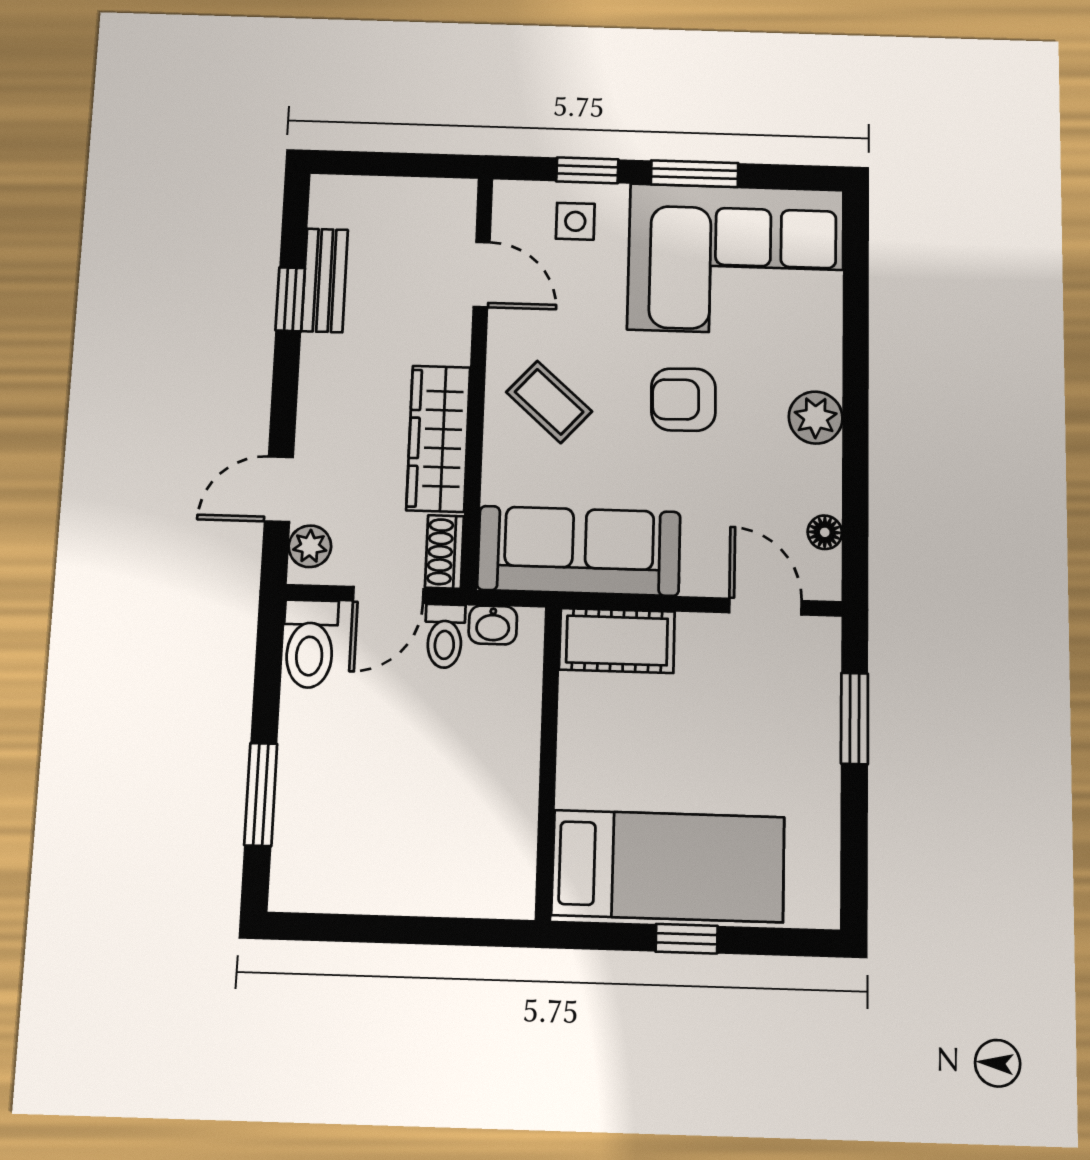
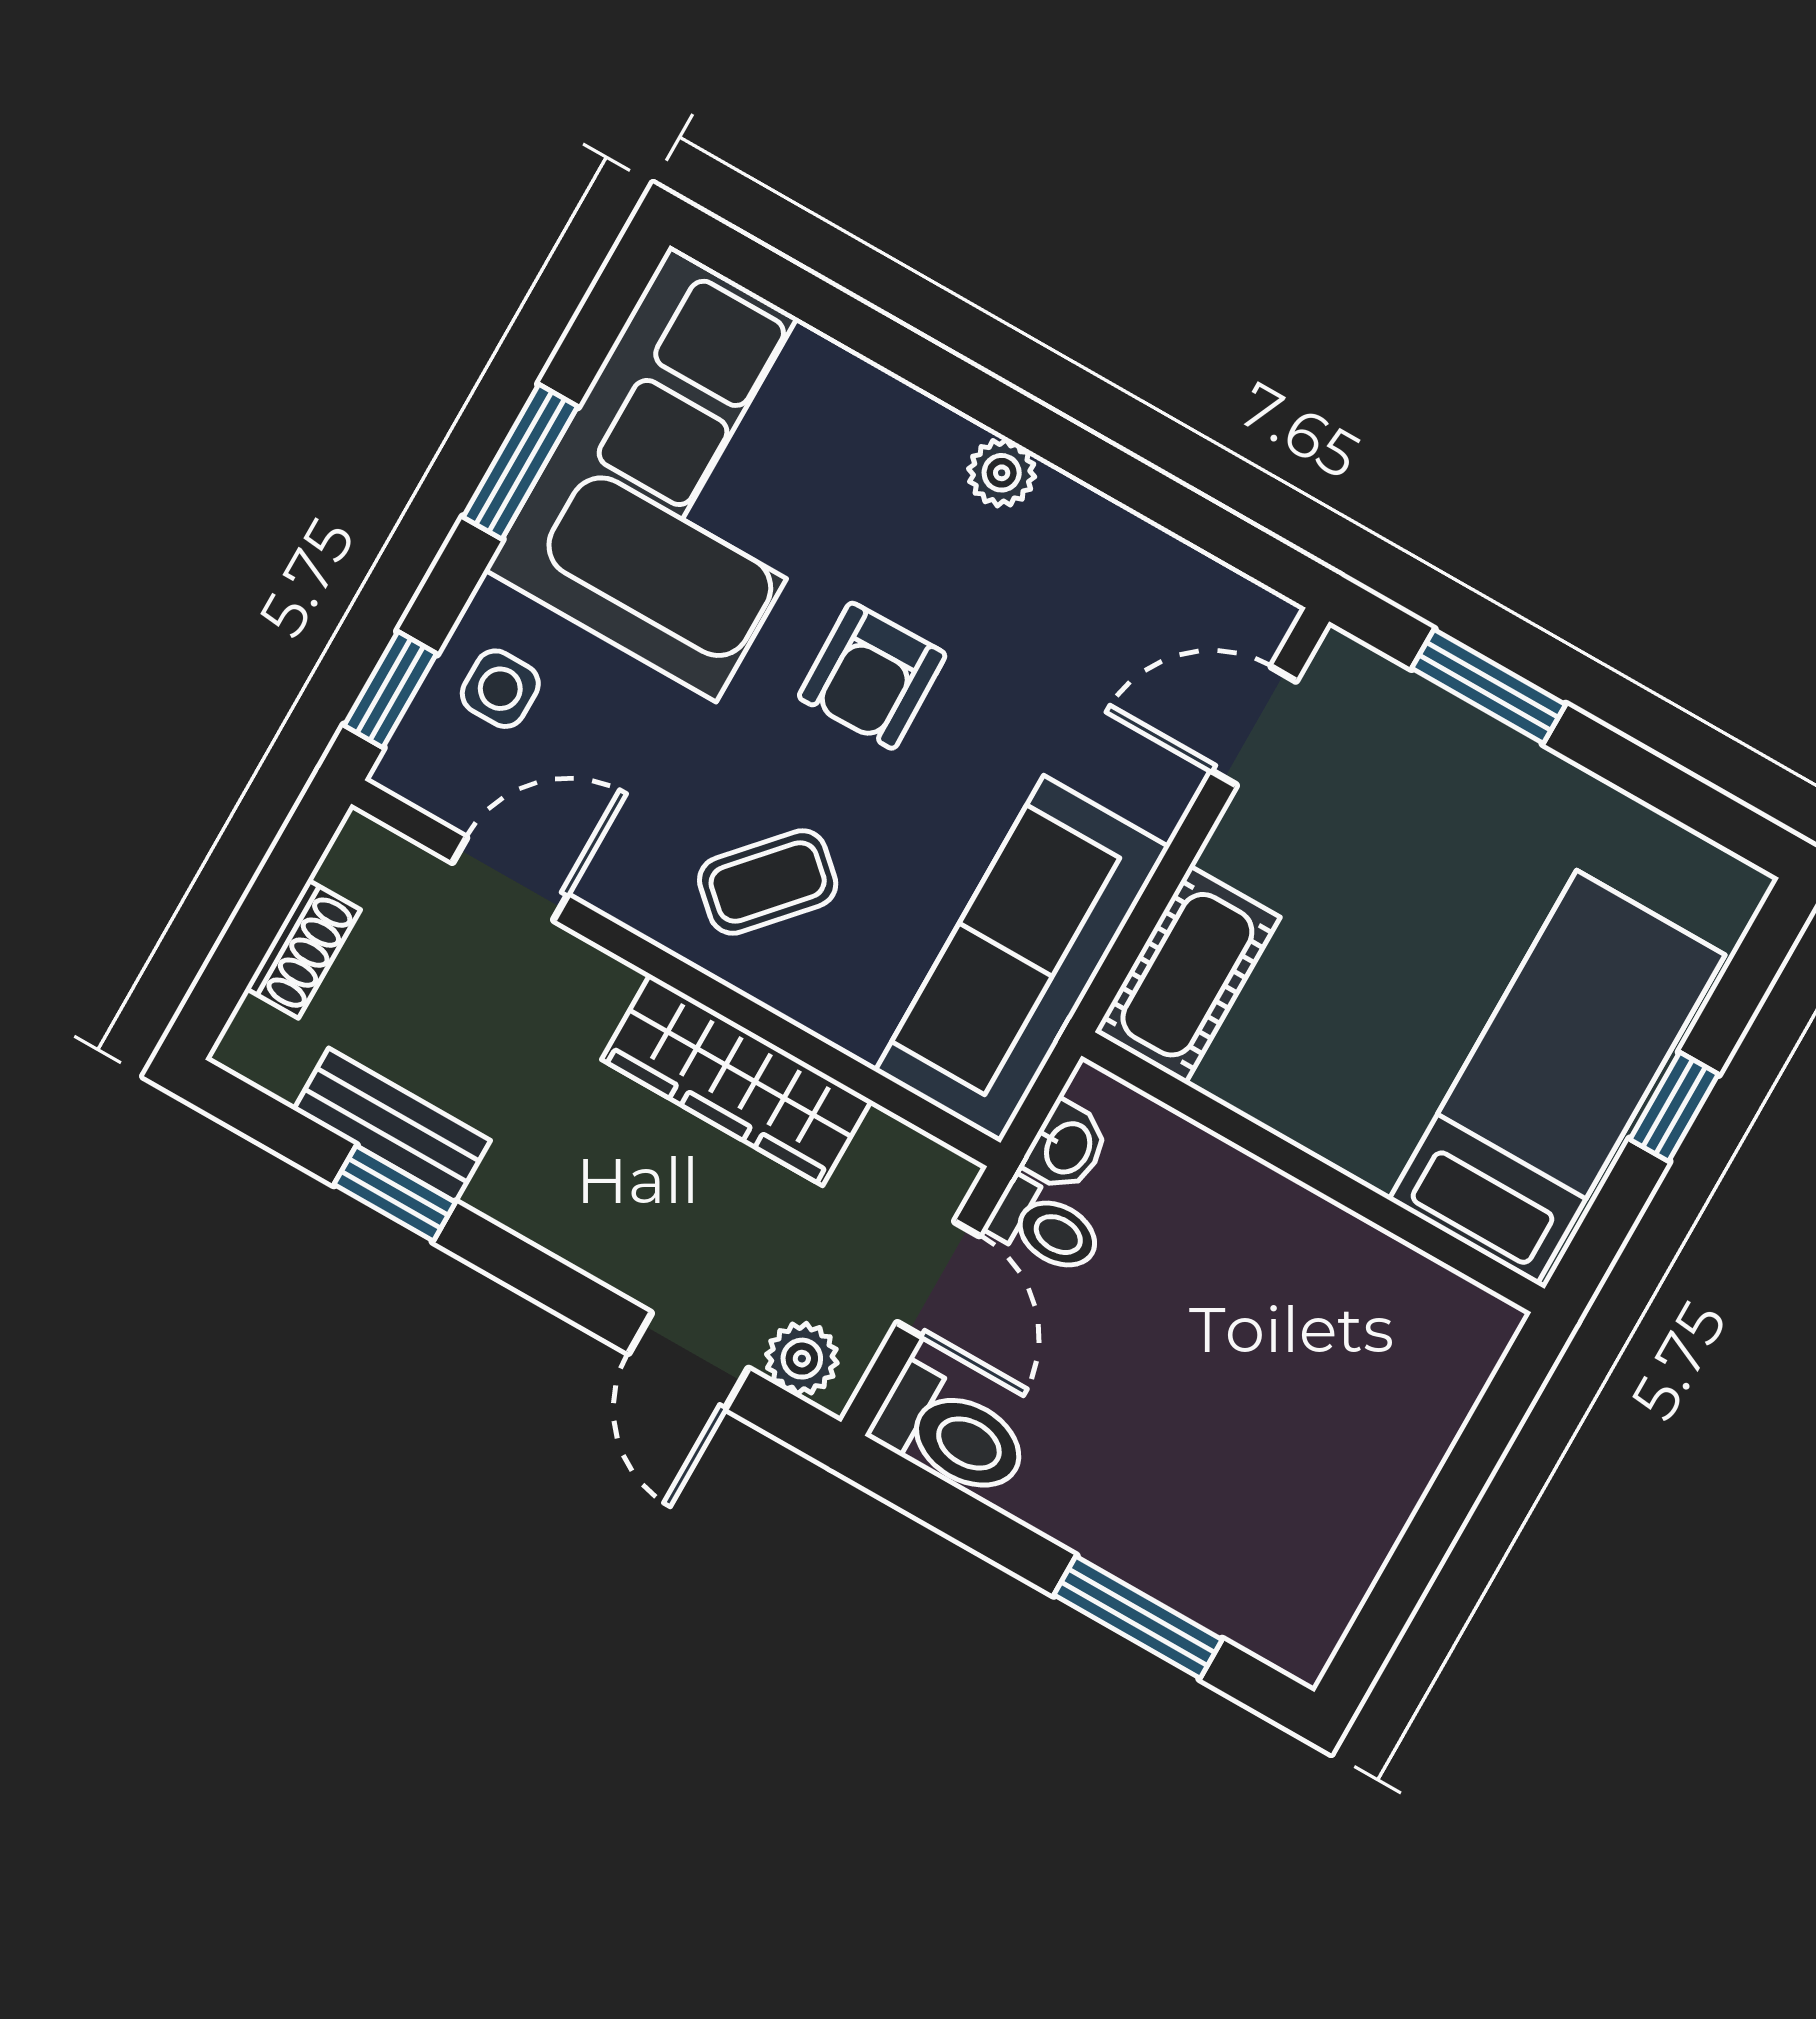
window: (587, 170) -> (390, 689), moved
plant: (816, 418) -> (1002, 473), width x0.73, depth x0.73
floor lamp: (825, 532) -> (1189, 575), removed
shoe rack: (445, 552) -> (303, 949), moved, turned -90

